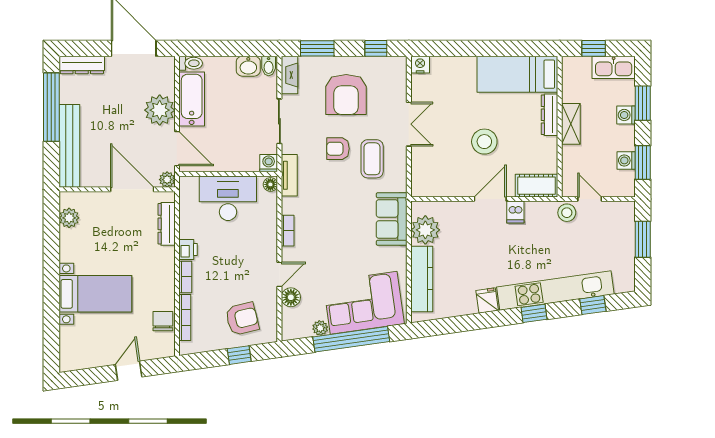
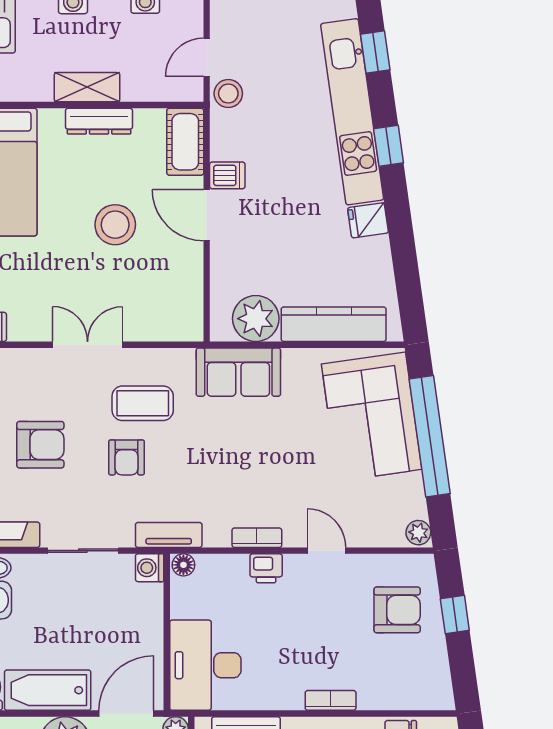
armchair: (346, 94) -> (40, 445), width x0.73, depth x0.73
dresser: (550, 115) -> (99, 121), moved
desk: (228, 198) -> (205, 665), moved
printer: (188, 249) -> (266, 568), moved, turned 180
floor lamp: (291, 297) -> (363, 532), removed
bookcase: (185, 317) -> (395, 701), removed
armchair: (242, 319) -> (397, 610), turned 104
plant: (320, 328) -> (418, 533), moved

